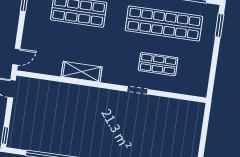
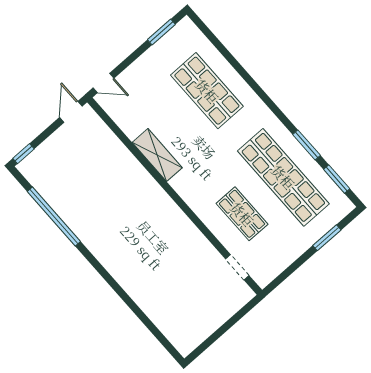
window: (219, 25) -> (327, 238), moved
doorway: (137, 90) -> (237, 267), moved

